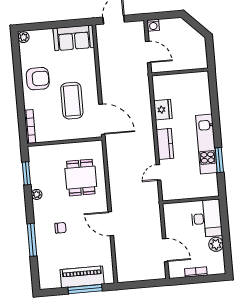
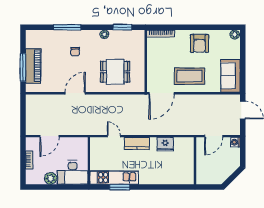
coffee table: (72, 101) -> (190, 76), moved
kitchen unit: (206, 144) -> (114, 177), moved

